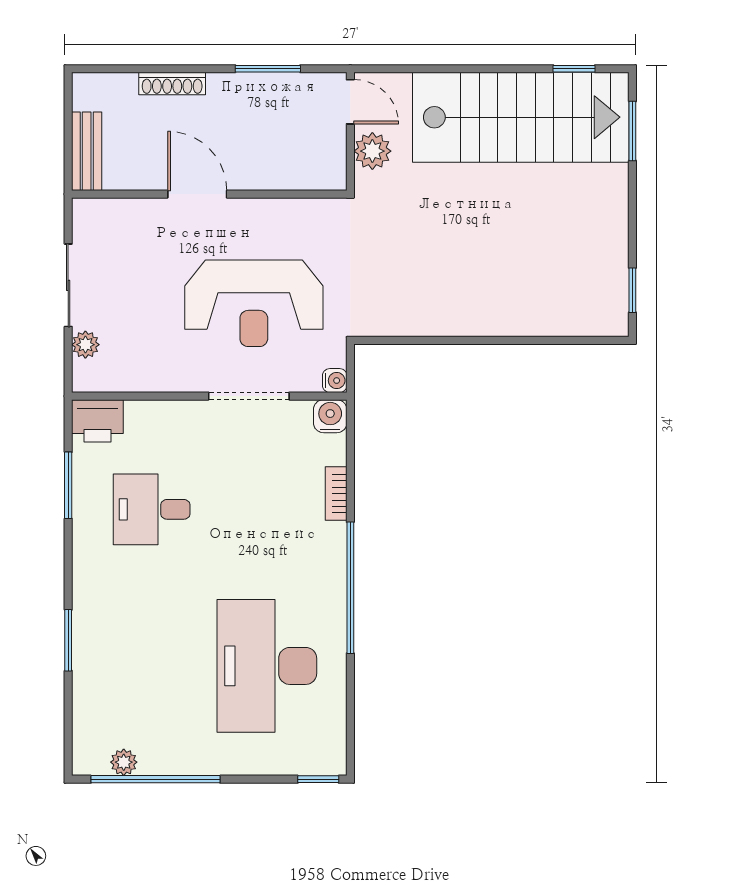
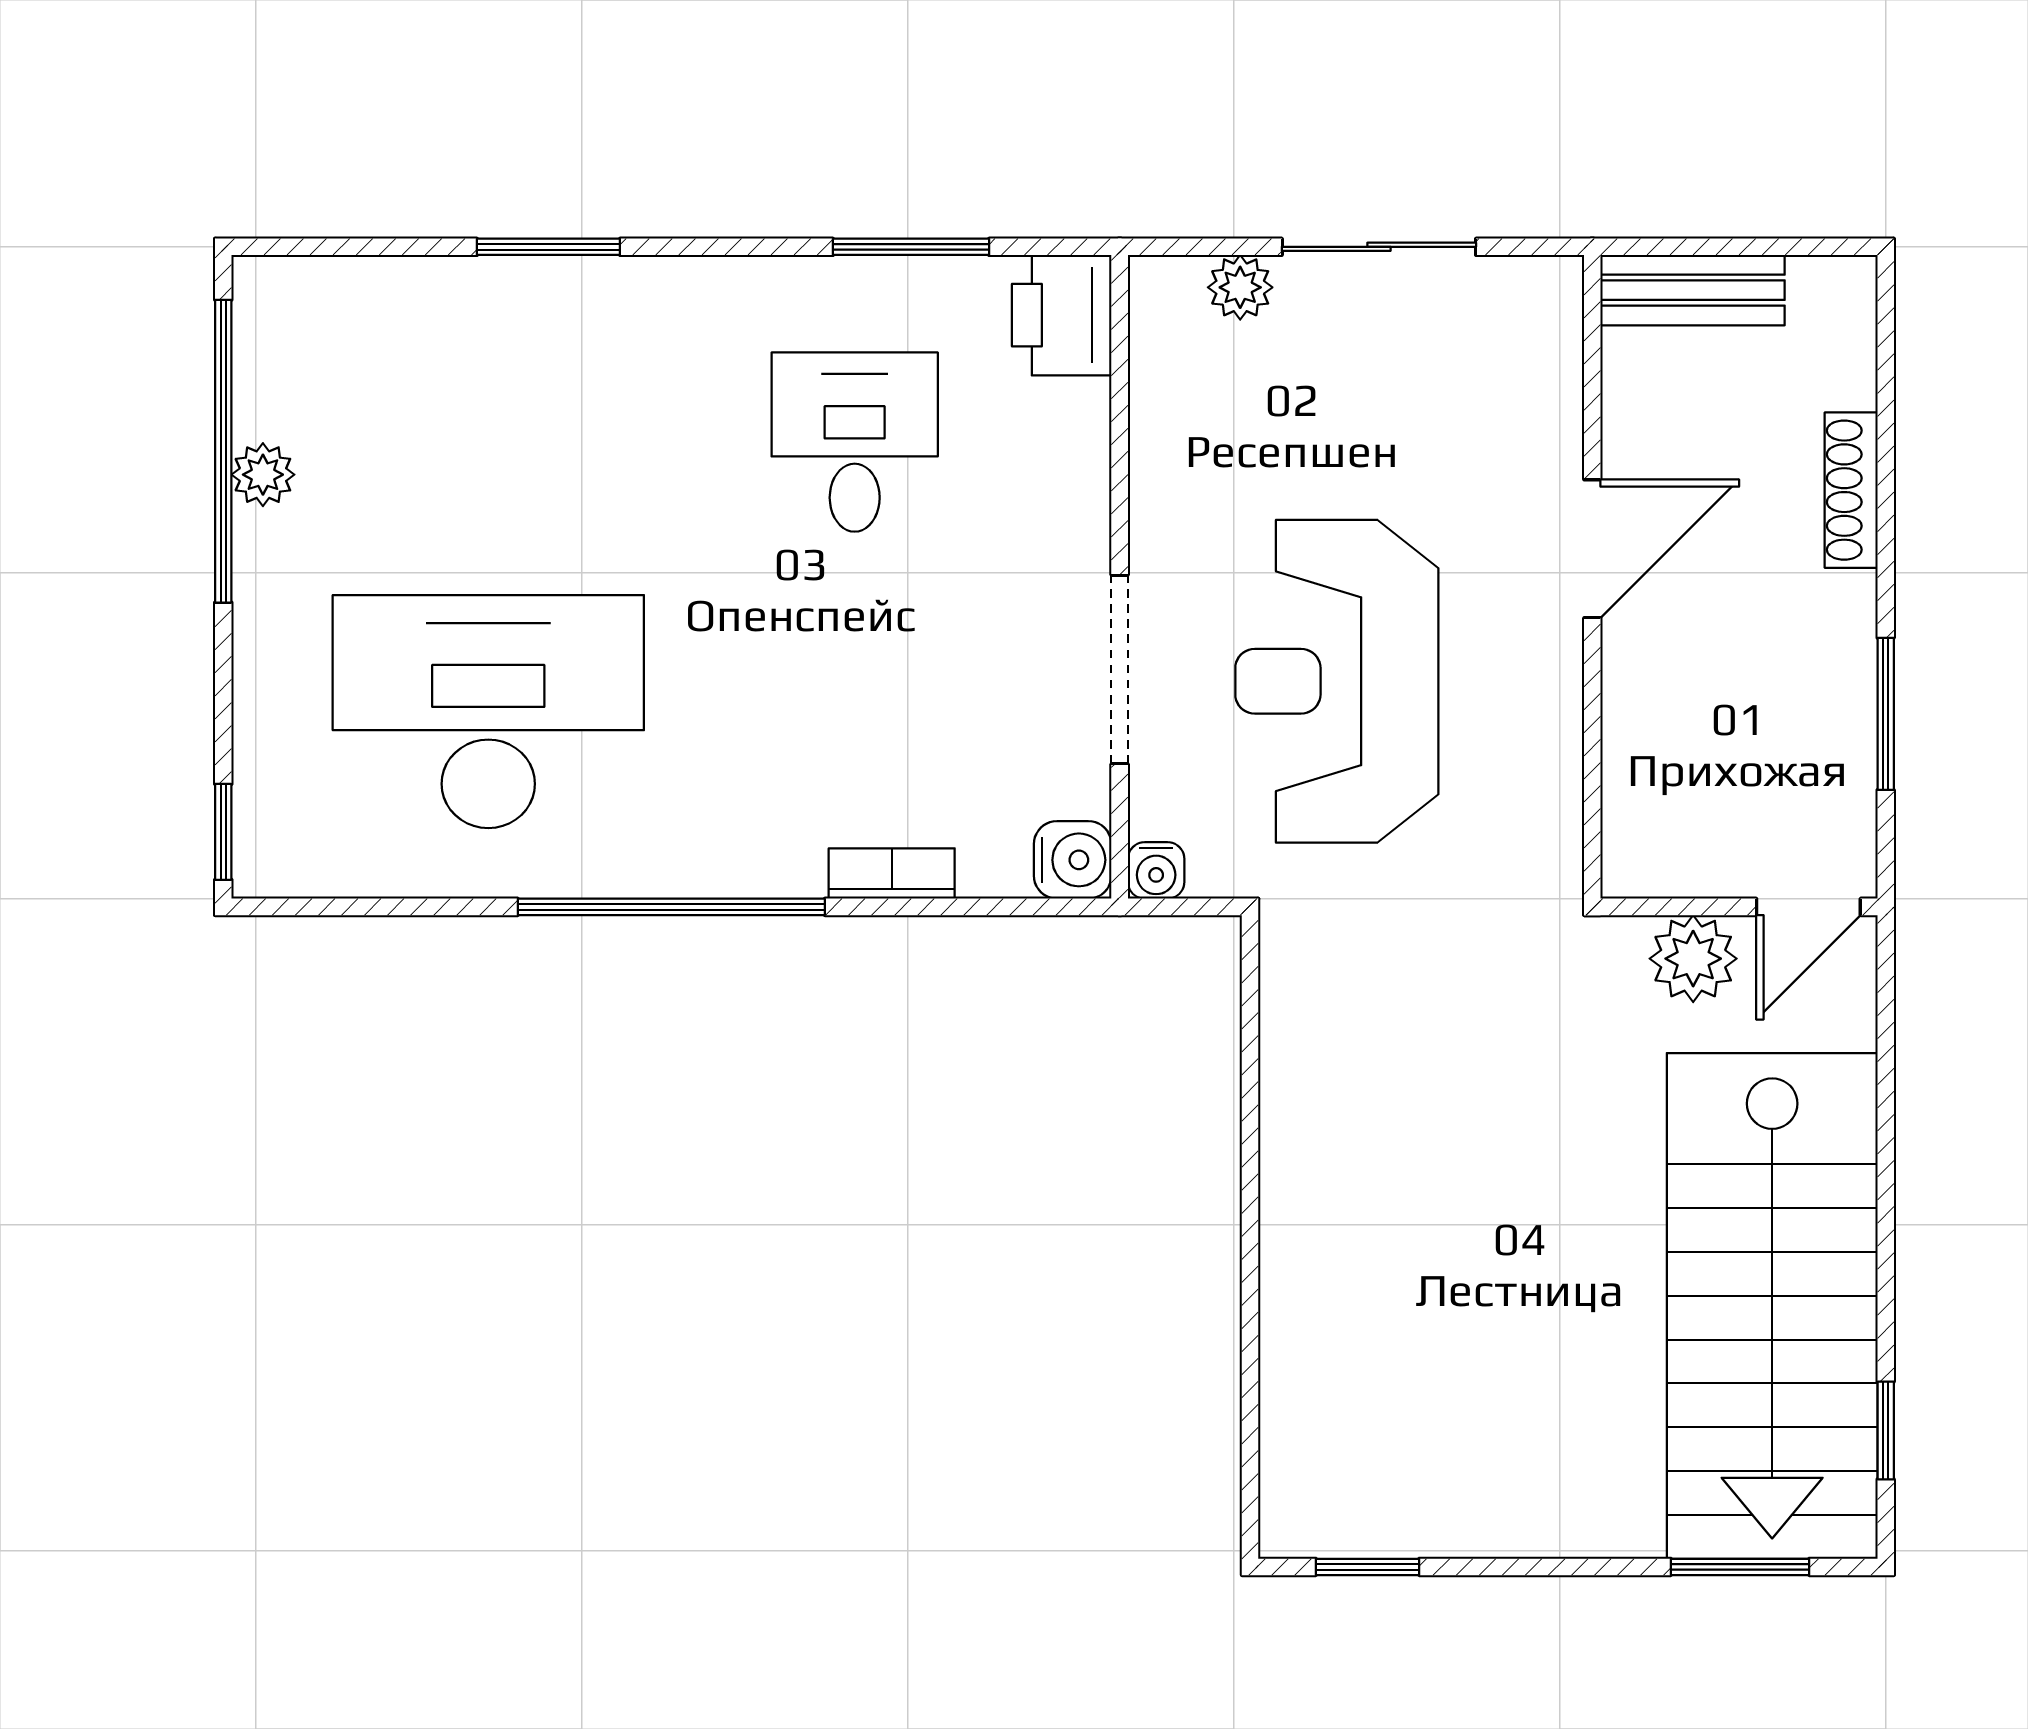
plant: (124, 762) -> (263, 475), moved

